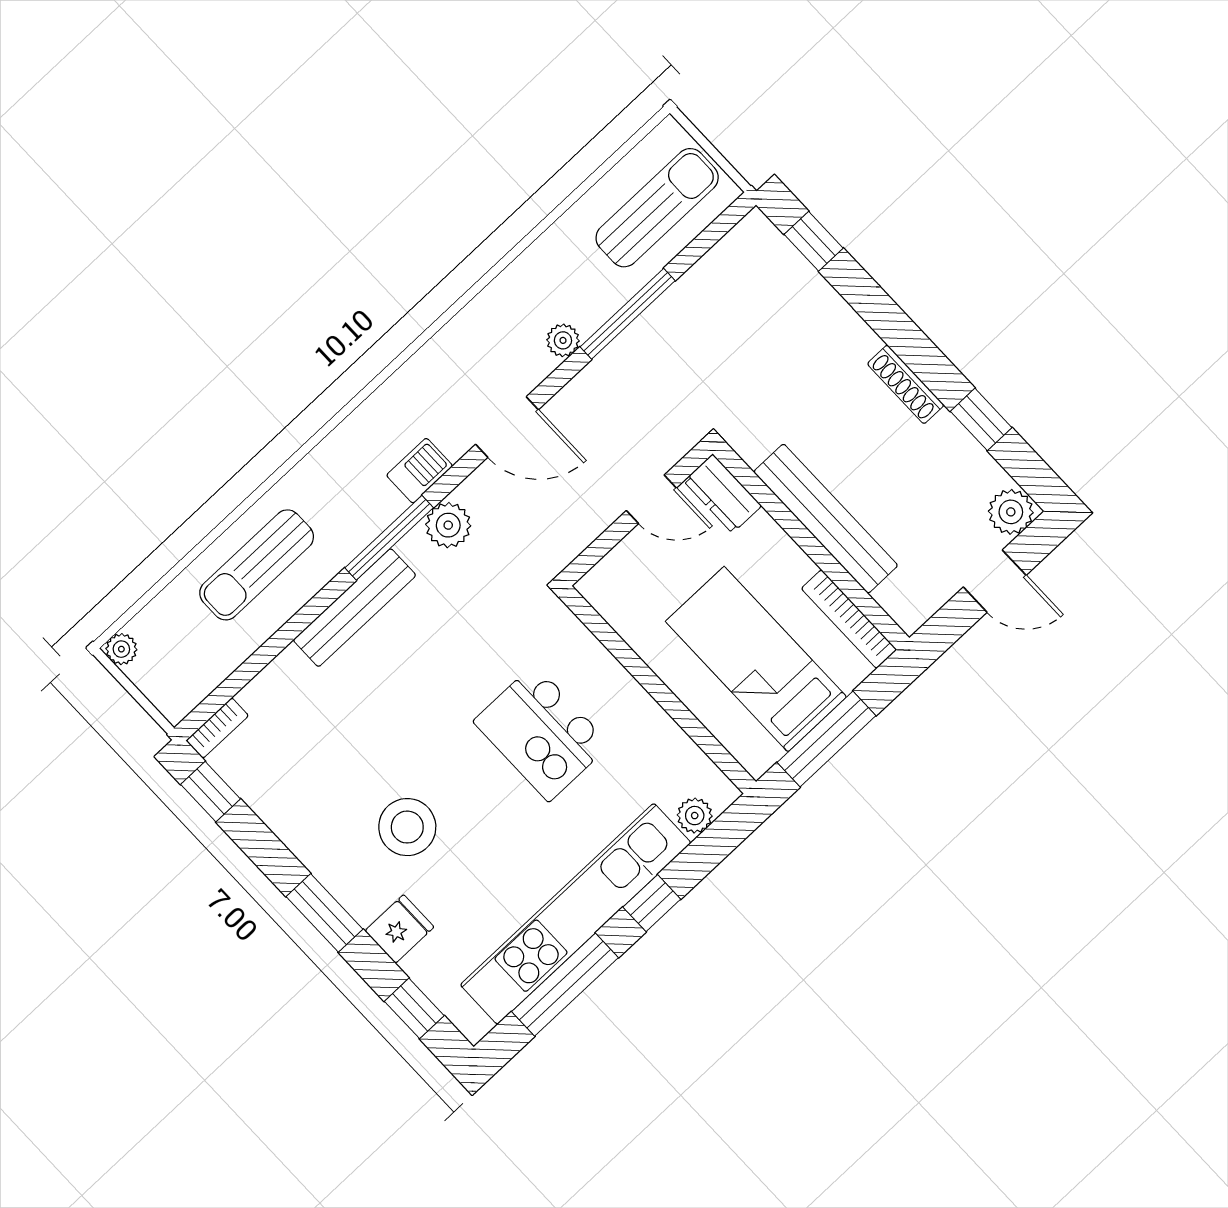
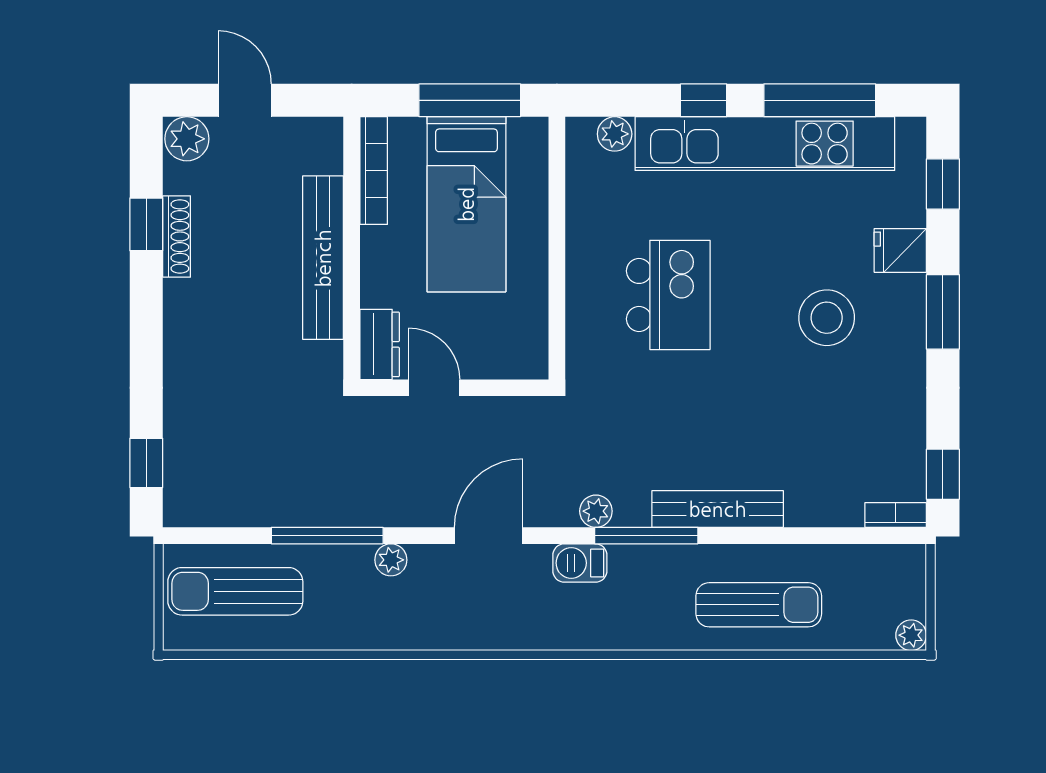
shoe rack: (906, 384) -> (177, 236), moved
door: (507, 427) -> (489, 536), hinge flipped
plant: (448, 525) -> (596, 511), width x0.73, depth x0.73

